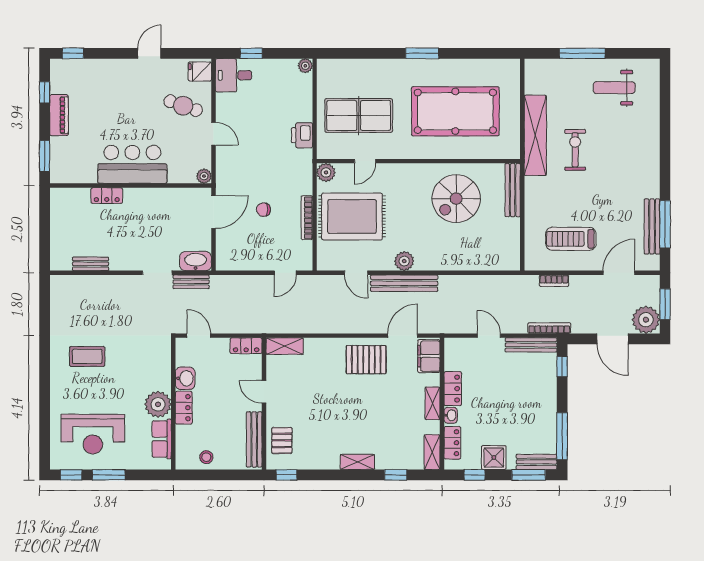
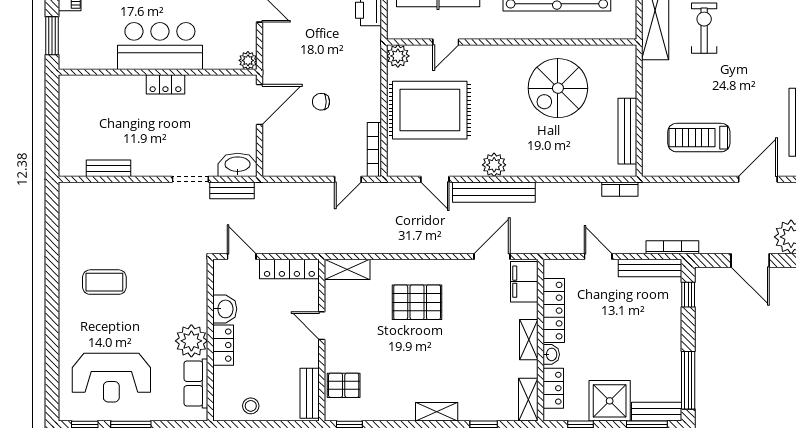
bench: (513, 190) -> (627, 131), moved
locker: (107, 196) -> (165, 84), moved
bookcase: (307, 218) -> (374, 150), moved
bookcase: (554, 281) -> (620, 189), moved
locker: (246, 346) -> (289, 269), width x1.53
pallet: (366, 360) -> (417, 302), moved
locker: (453, 389) -> (554, 311), width x1.53
bench: (254, 439) -> (310, 393), width x0.73
pallet: (282, 440) -> (344, 385), turned 90
shower: (494, 457) -> (610, 401), width x1.36, depth x1.36

